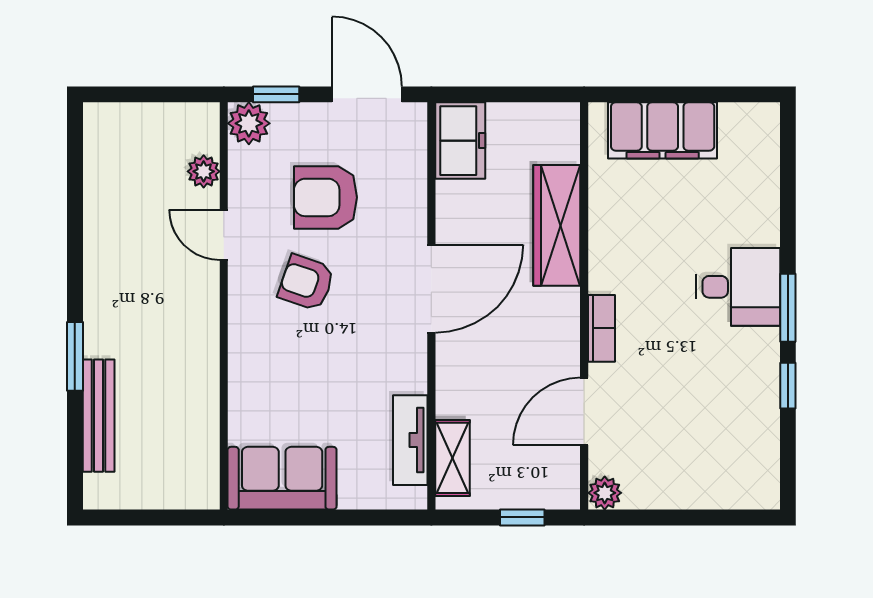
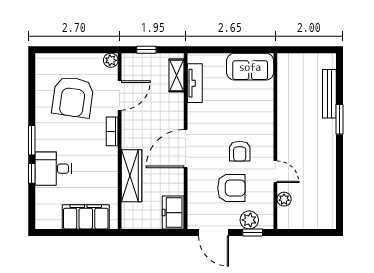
plant: (249, 123) -> (249, 220), moved
armchair: (306, 283) -> (240, 151), turned 71
desk: (738, 287) -> (53, 169), moved
window: (788, 386) -> (32, 173), moved
armchair: (692, 408) -> (73, 97), added

